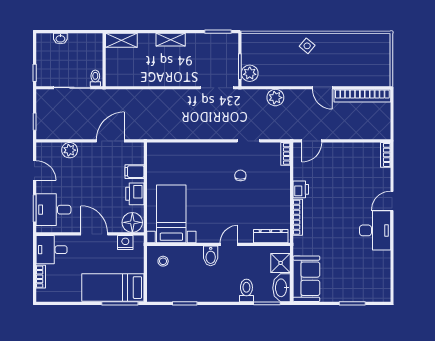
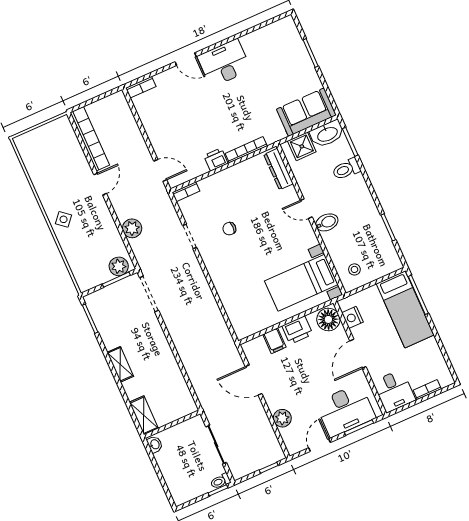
washbasin: (60, 39) -> (155, 444), moved
toilet: (95, 78) -> (220, 481), moved
desk: (53, 210) -> (345, 410), width x1.37

